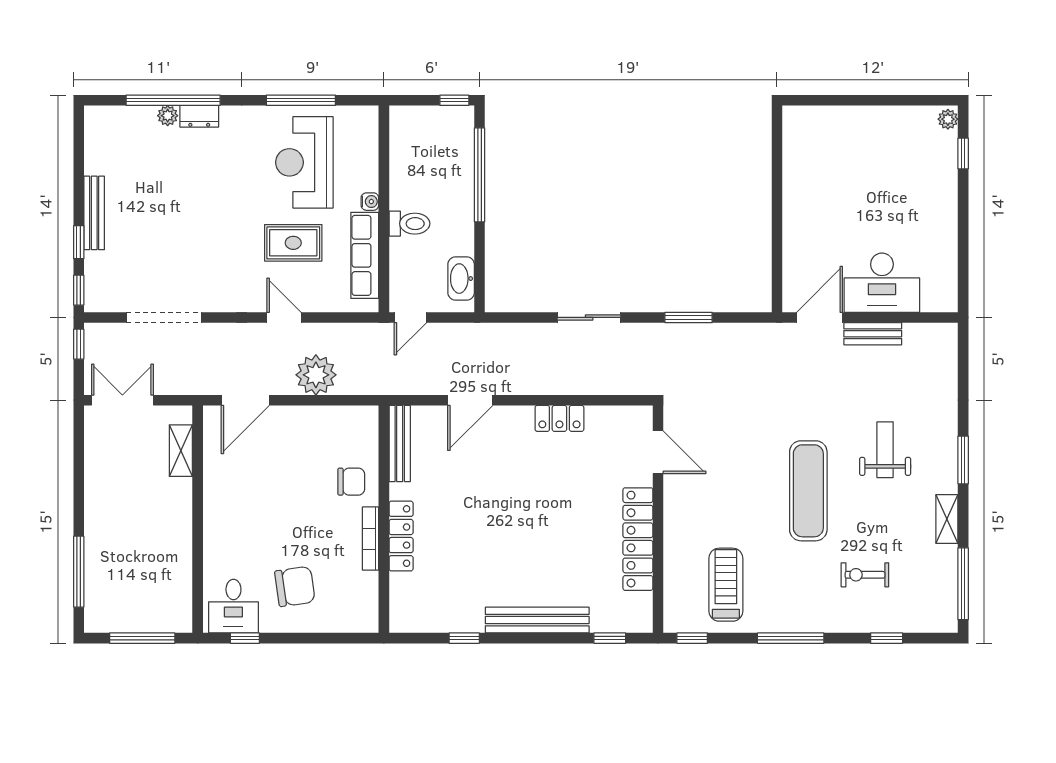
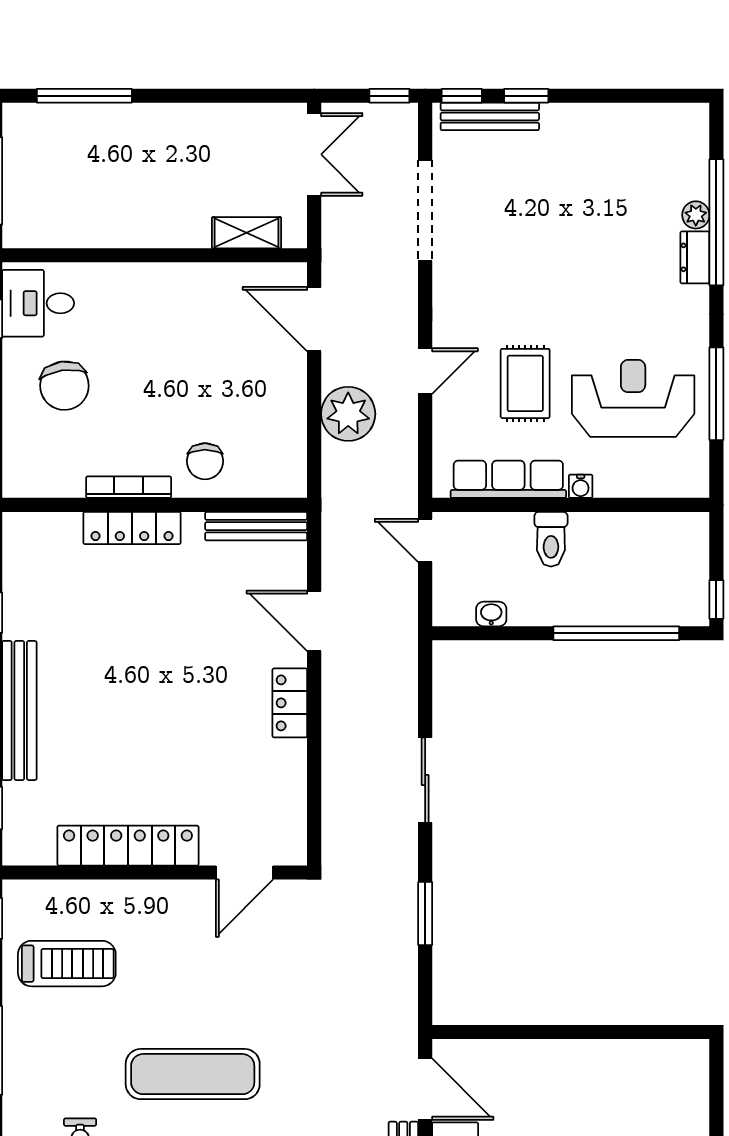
bench: (94, 213) -> (490, 116), moved
washbasin: (461, 279) -> (491, 614), width x0.52, depth x0.69
locker: (559, 418) -> (290, 703), moved

